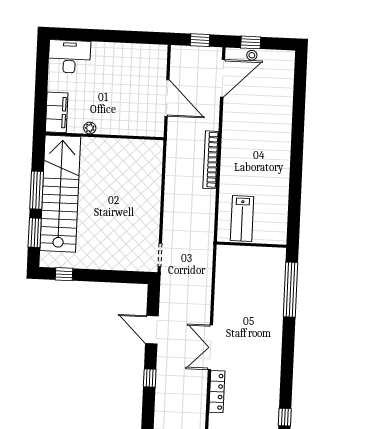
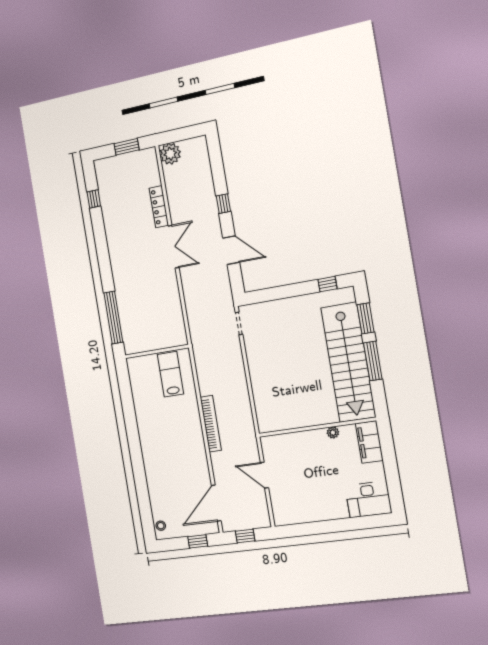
stool: (252, 55) -> (161, 526), moved
door: (167, 98) -> (264, 475), width x0.73

